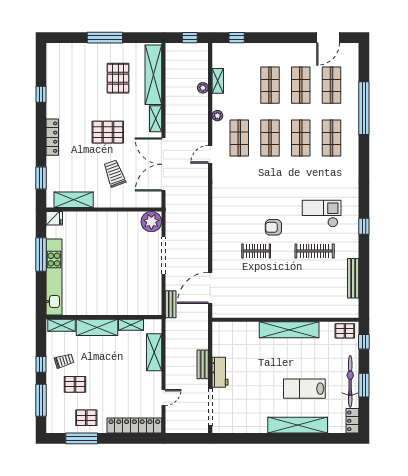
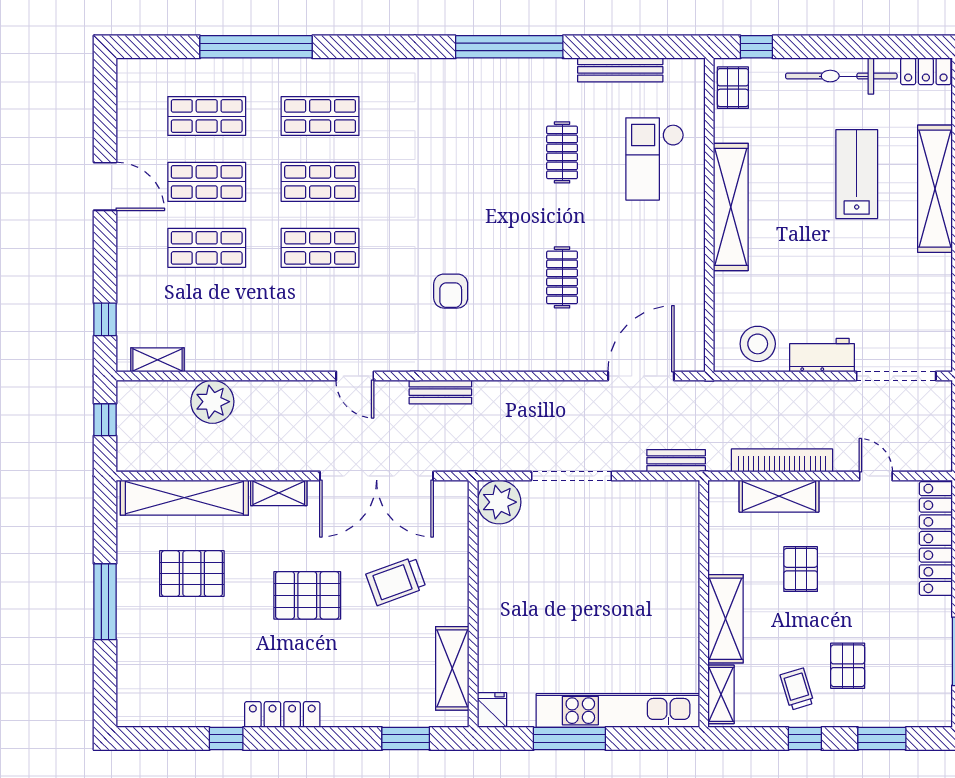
door: (328, 38) -> (105, 186), moved
shelving: (218, 81) -> (157, 360), moved
plant: (203, 88) -> (212, 402), width x1.88, depth x1.88
plant: (217, 116) -> (272, 361), removed
pallet: (108, 132) -> (307, 595), turned 90
locker: (52, 137) -> (282, 714), moved
shop shelf: (239, 138) -> (320, 314), removed
checkout: (322, 214) -> (655, 159), moved
window: (364, 226) -> (509, 47), width x3.17
armchair: (273, 227) -> (451, 291), moved
clothes rail: (315, 251) -> (562, 152), width x0.73
door: (210, 288) -> (641, 376), swing flipped
shelving: (131, 325) -> (720, 546), removed
stool: (225, 342) -> (758, 344), added
bookcase: (171, 354) -> (782, 460), added
bench: (203, 364) -> (440, 392), moved
window: (364, 385) -> (849, 47), removed
lab bench: (304, 389) -> (857, 174), turned 180
window: (41, 400) -> (882, 739), width x0.69
pallet: (86, 418) -> (801, 569), moved

